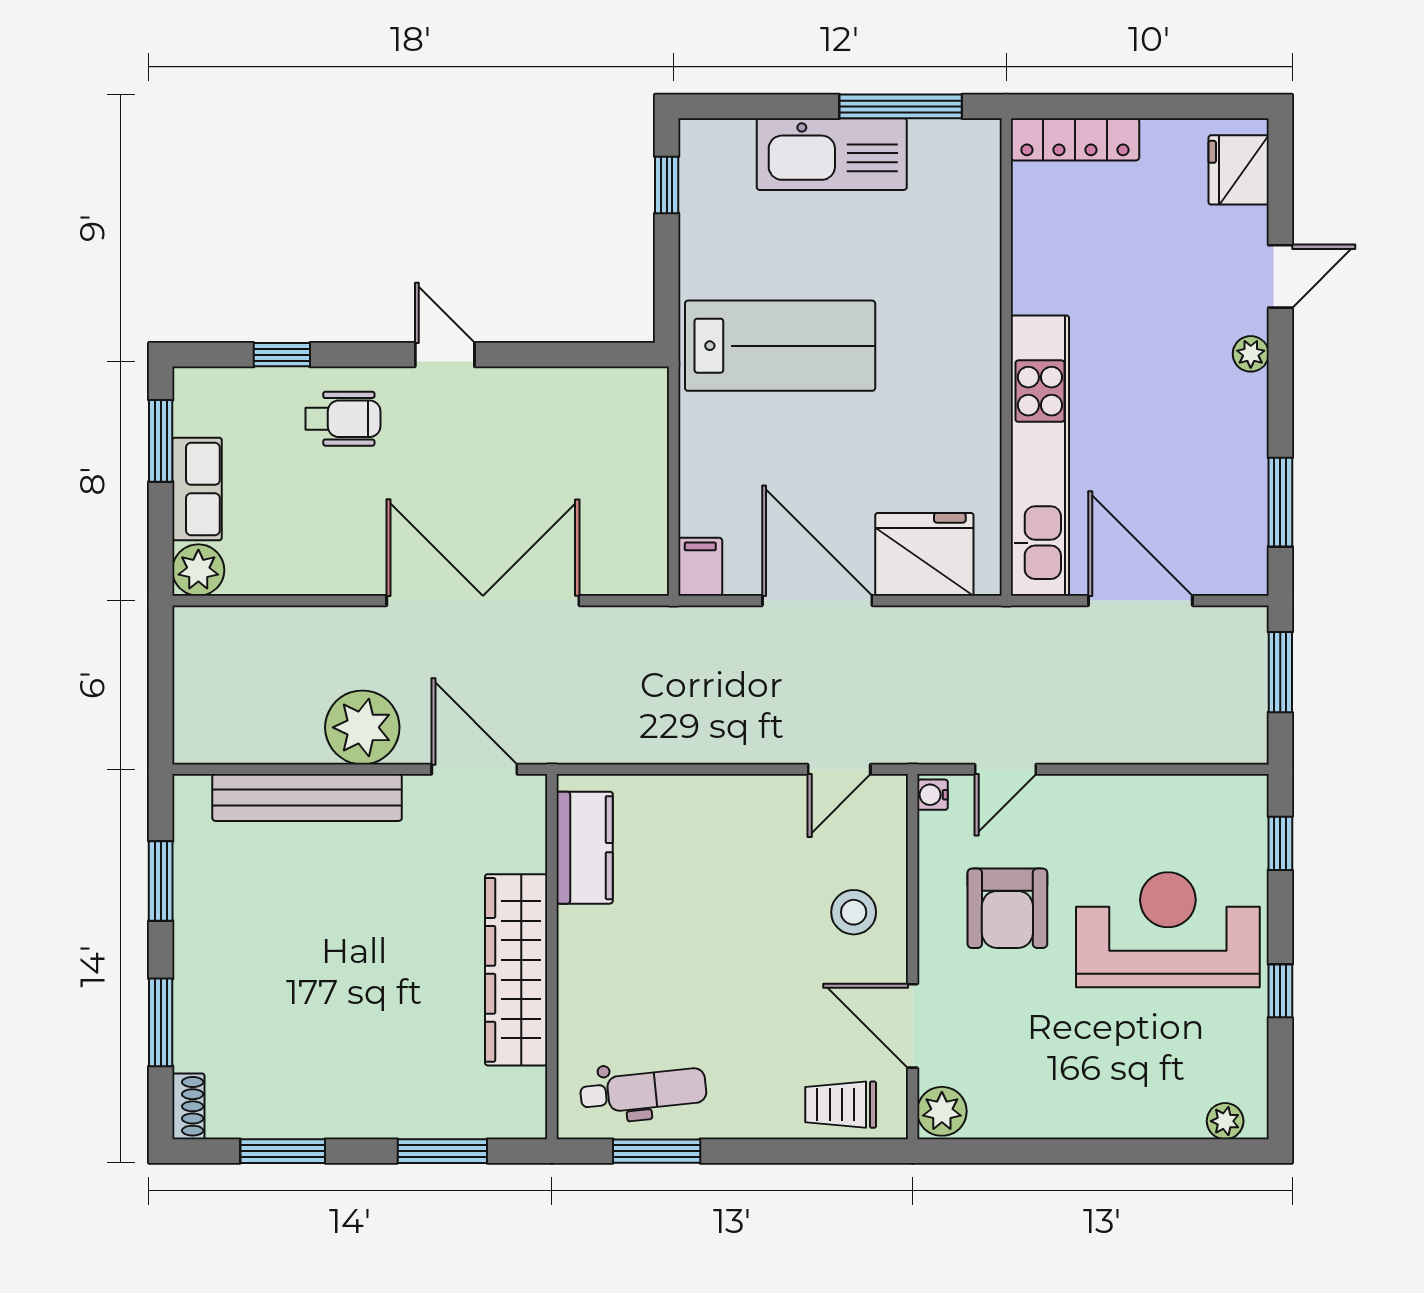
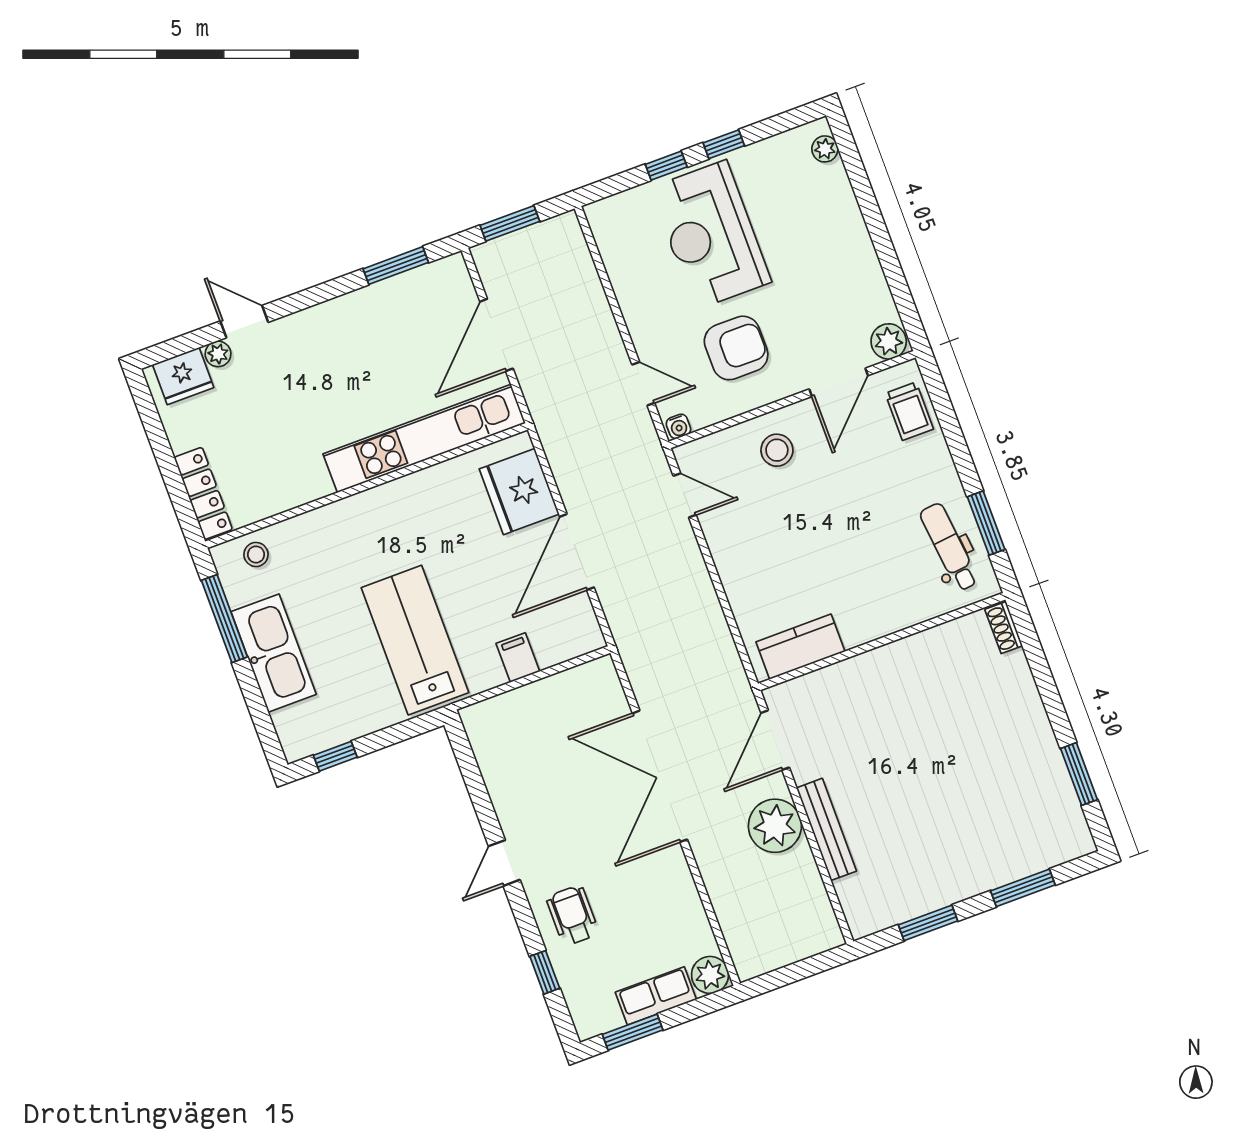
stool: (969, 179) -> (256, 554), added
plant: (1251, 354) -> (218, 354), moved
filing cabinet: (700, 567) -> (518, 657), moved, turned 90
bench: (307, 797) -> (827, 829), width x0.73, depth x0.82
window: (1280, 843) -> (666, 166), moved
wardrobe: (516, 970) -> (899, 662), removed
shoe rack: (188, 1106) -> (1004, 628), moved, turned -90
window: (442, 1151) -> (1039, 667), removed

